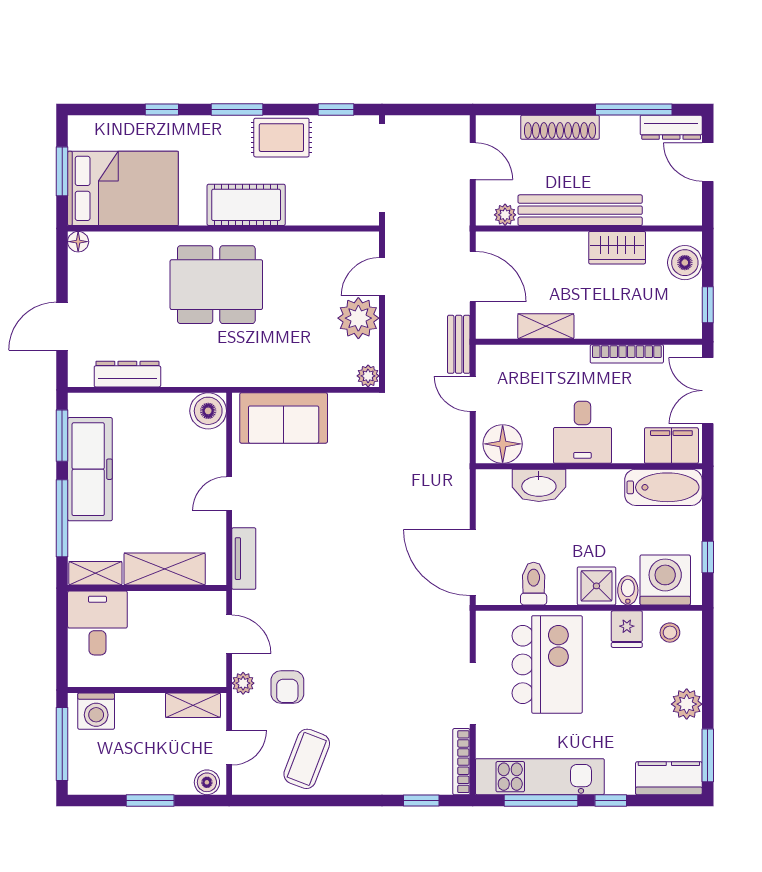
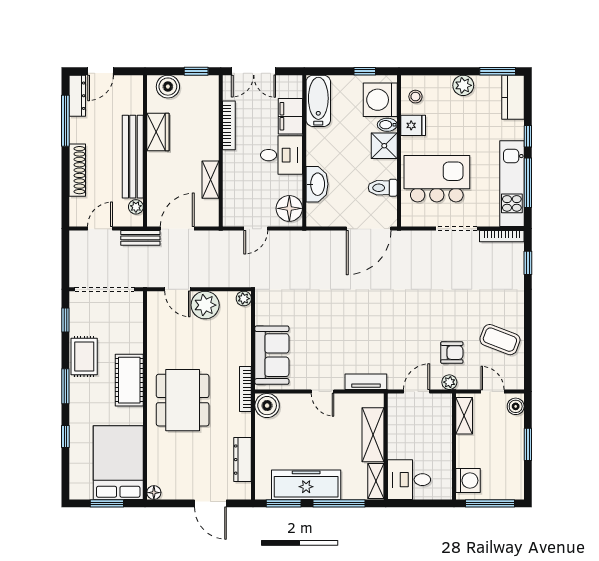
bench: (459, 344) -> (140, 238), moved
bookcase: (233, 378) -> (245, 389), added
filing cabinet: (671, 446) -> (290, 116), moved

